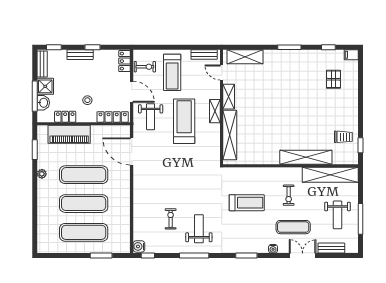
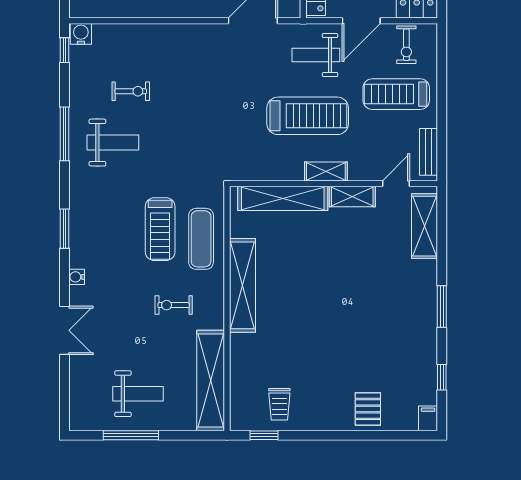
pallet: (333, 79) -> (368, 409), moved, turned 90
shelving: (306, 157) -> (242, 285), moved
weight bench: (338, 215) -> (138, 394), turned 180
exercise mat: (293, 227) -> (201, 239), moved
bench: (331, 248) -> (78, 382), removed

